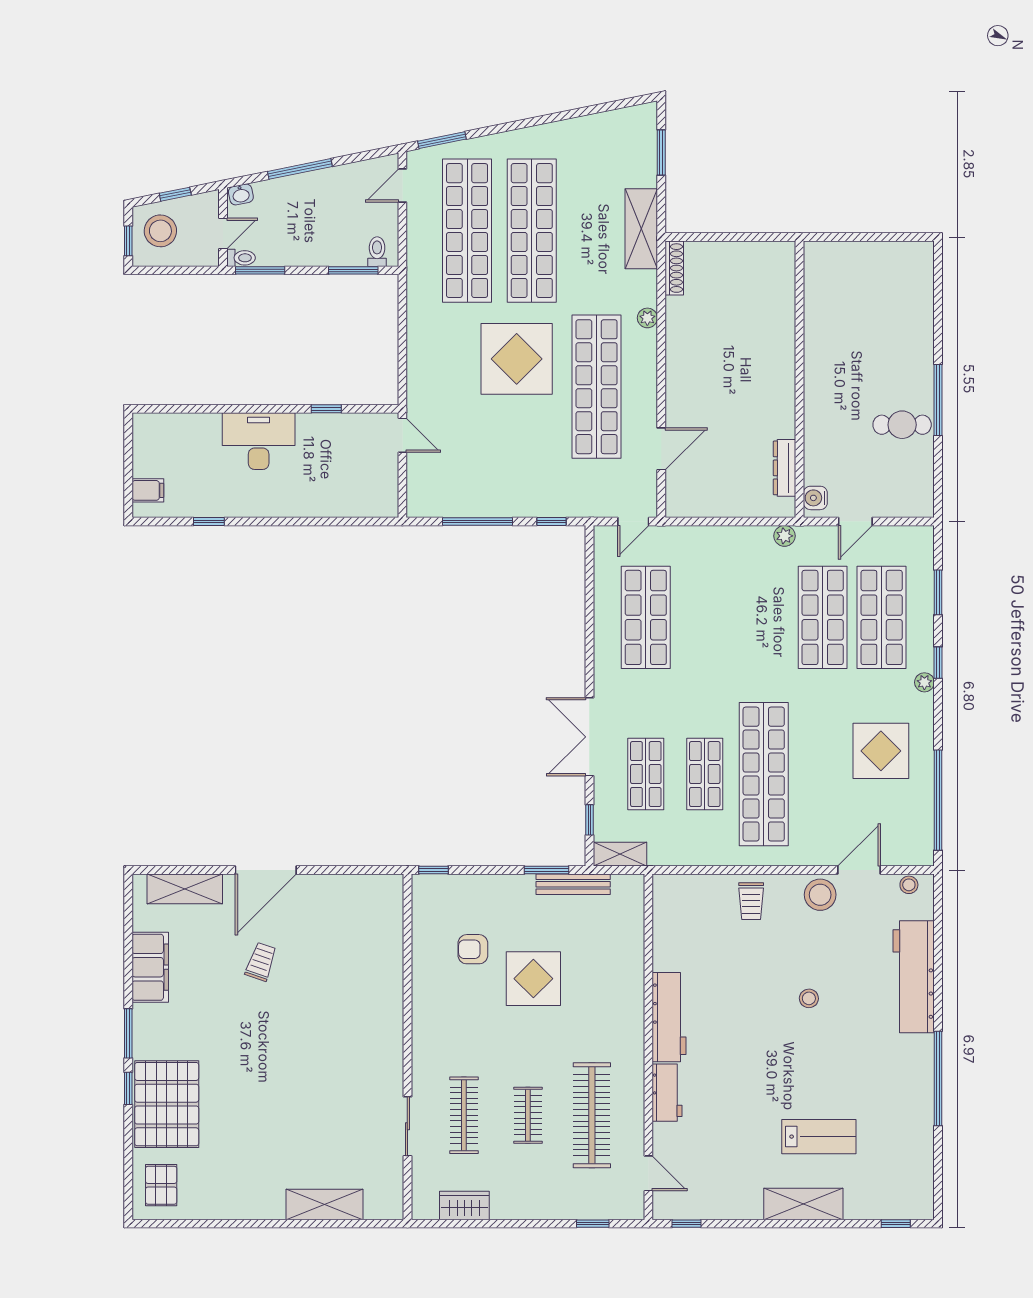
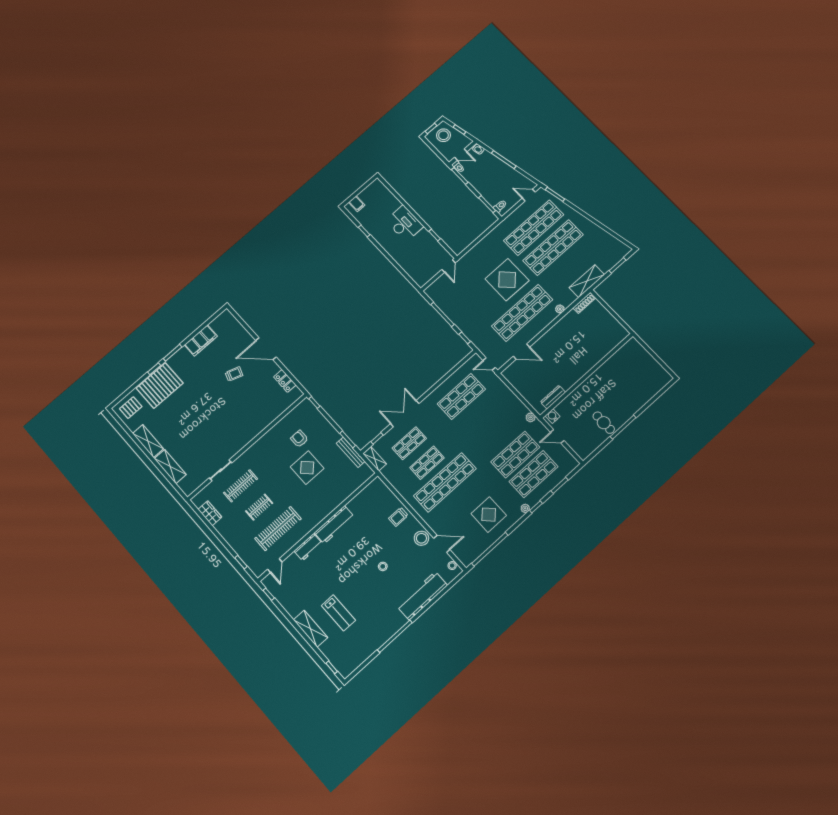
locker: (351, 887) -> (285, 381), added
shelving: (185, 889) -> (148, 441), moved

